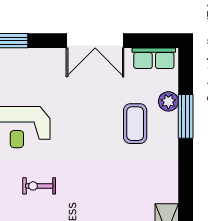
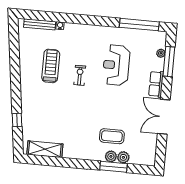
row of seats: (154, 58) -> (156, 84), moved
plant: (169, 122) -> (111, 156), added

